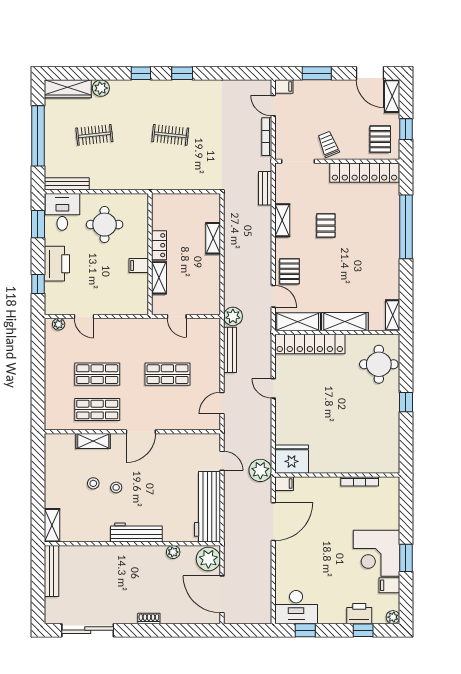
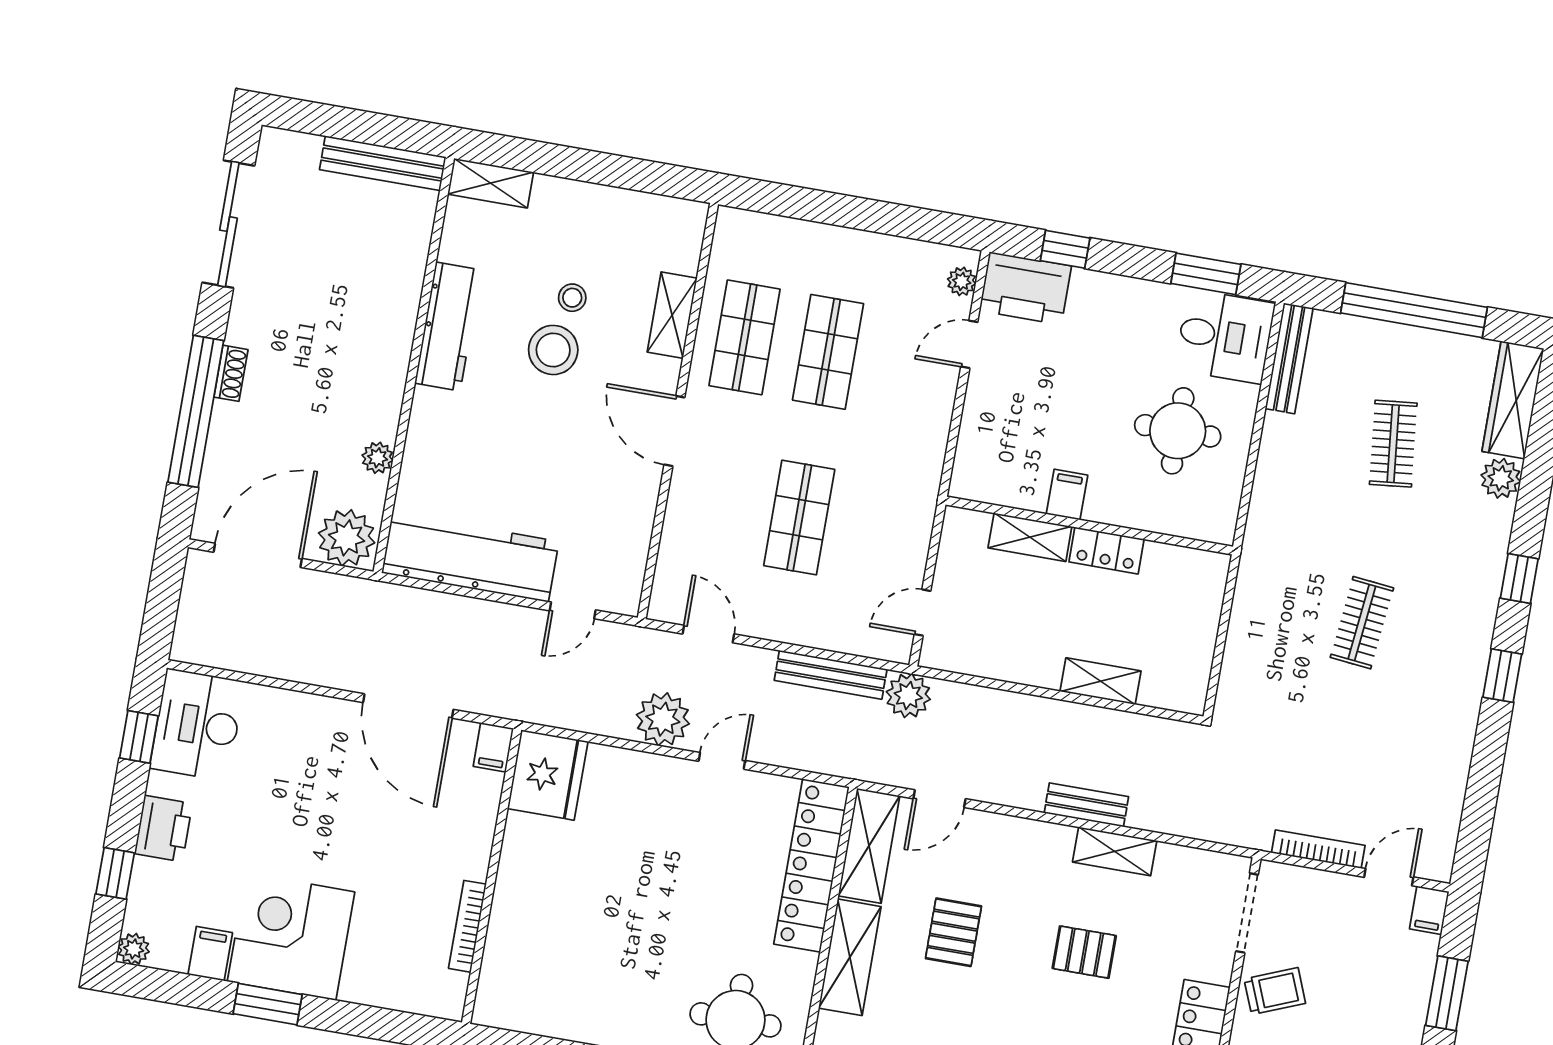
bench: (265, 188) -> (1086, 805), moved
printer: (57, 264) -> (1025, 288), moved
pallet: (289, 271) -> (953, 932), moved, turned 90
door: (177, 317) -> (923, 613), moved
plant: (260, 470) -> (663, 719), moved
stool: (116, 487) -> (553, 350), width x1.89, depth x1.89
workbench: (136, 532) -> (448, 327), moved
printer: (359, 614) -> (163, 829), moved
window: (167, 630) -> (196, 411), added

